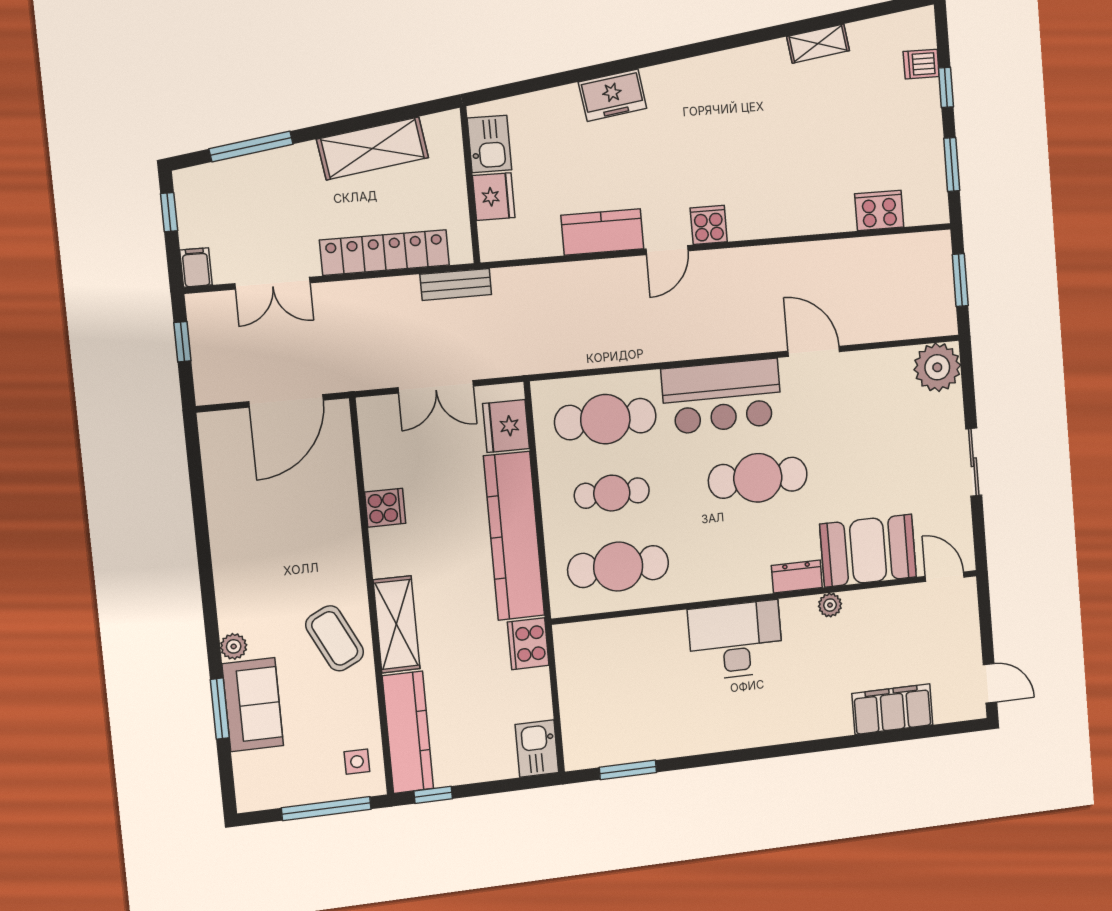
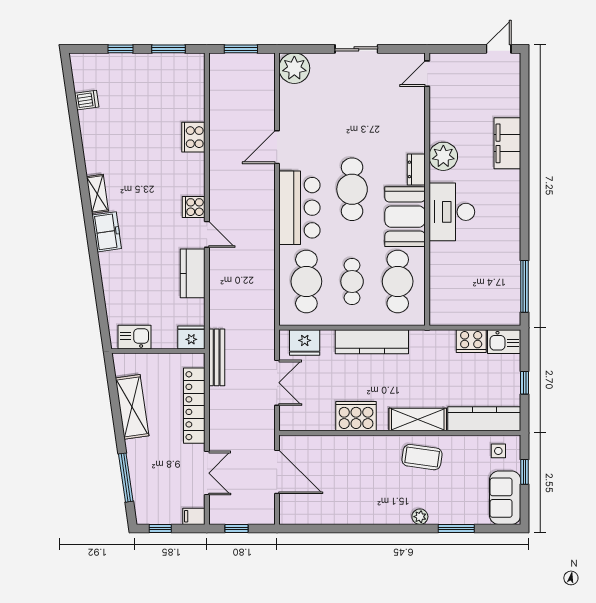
shelving: (818, 44) -> (97, 194), moved
dishwasher: (921, 64) -> (87, 100), moved, turned -98
freezer: (613, 95) -> (107, 232), moved
fridge: (494, 197) -> (191, 337), moved
cooker: (879, 210) -> (193, 137), moved
bench: (456, 284) -> (217, 357), width x1.36
cooker: (385, 508) -> (356, 416), width x1.87, depth x1.31
kitchen counter: (514, 536) -> (372, 342), width x0.72, depth x0.86
booth: (868, 551) -> (405, 217), moved
plant: (830, 605) -> (443, 156), width x1.88, depth x1.88
coffee table: (335, 638) -> (422, 457), turned 34
cooker: (528, 644) -> (471, 341), moved
sofa: (253, 705) -> (505, 498), moved, turned -90
filing cabinet: (892, 709) -> (507, 143), moved
window: (628, 770) -> (525, 286), width x1.44
window: (433, 795) -> (525, 383), moved
window: (326, 809) -> (525, 472), width x0.46

